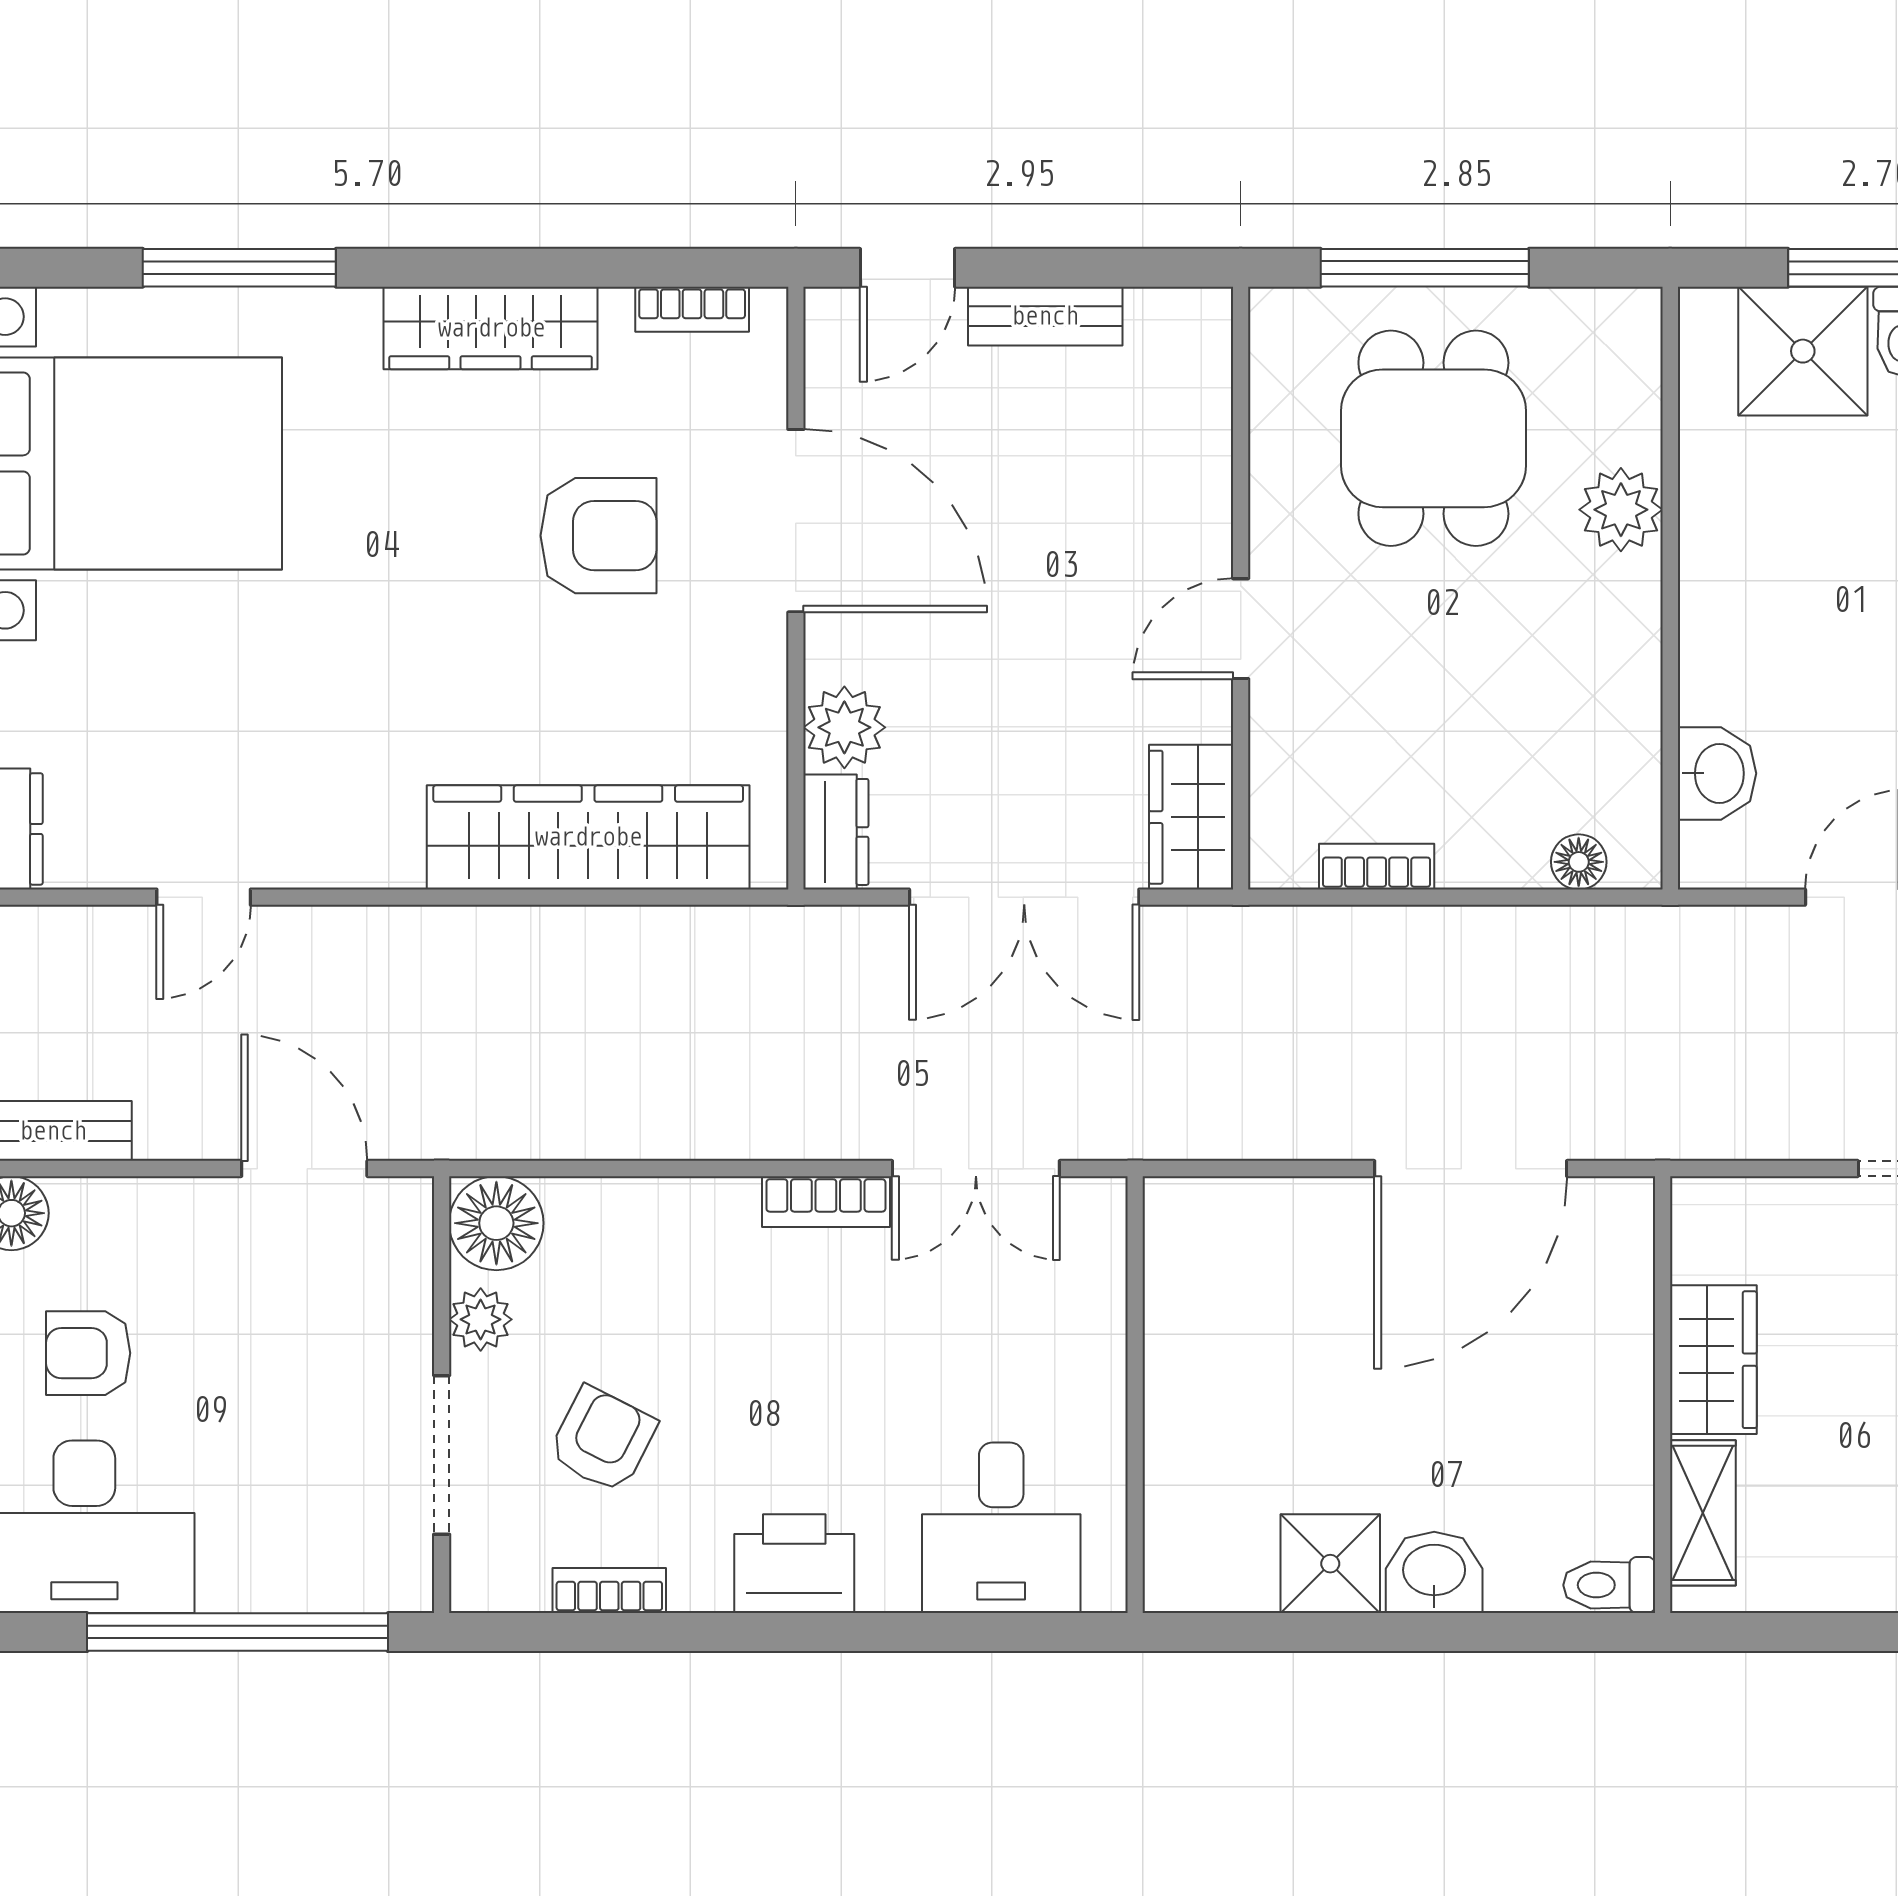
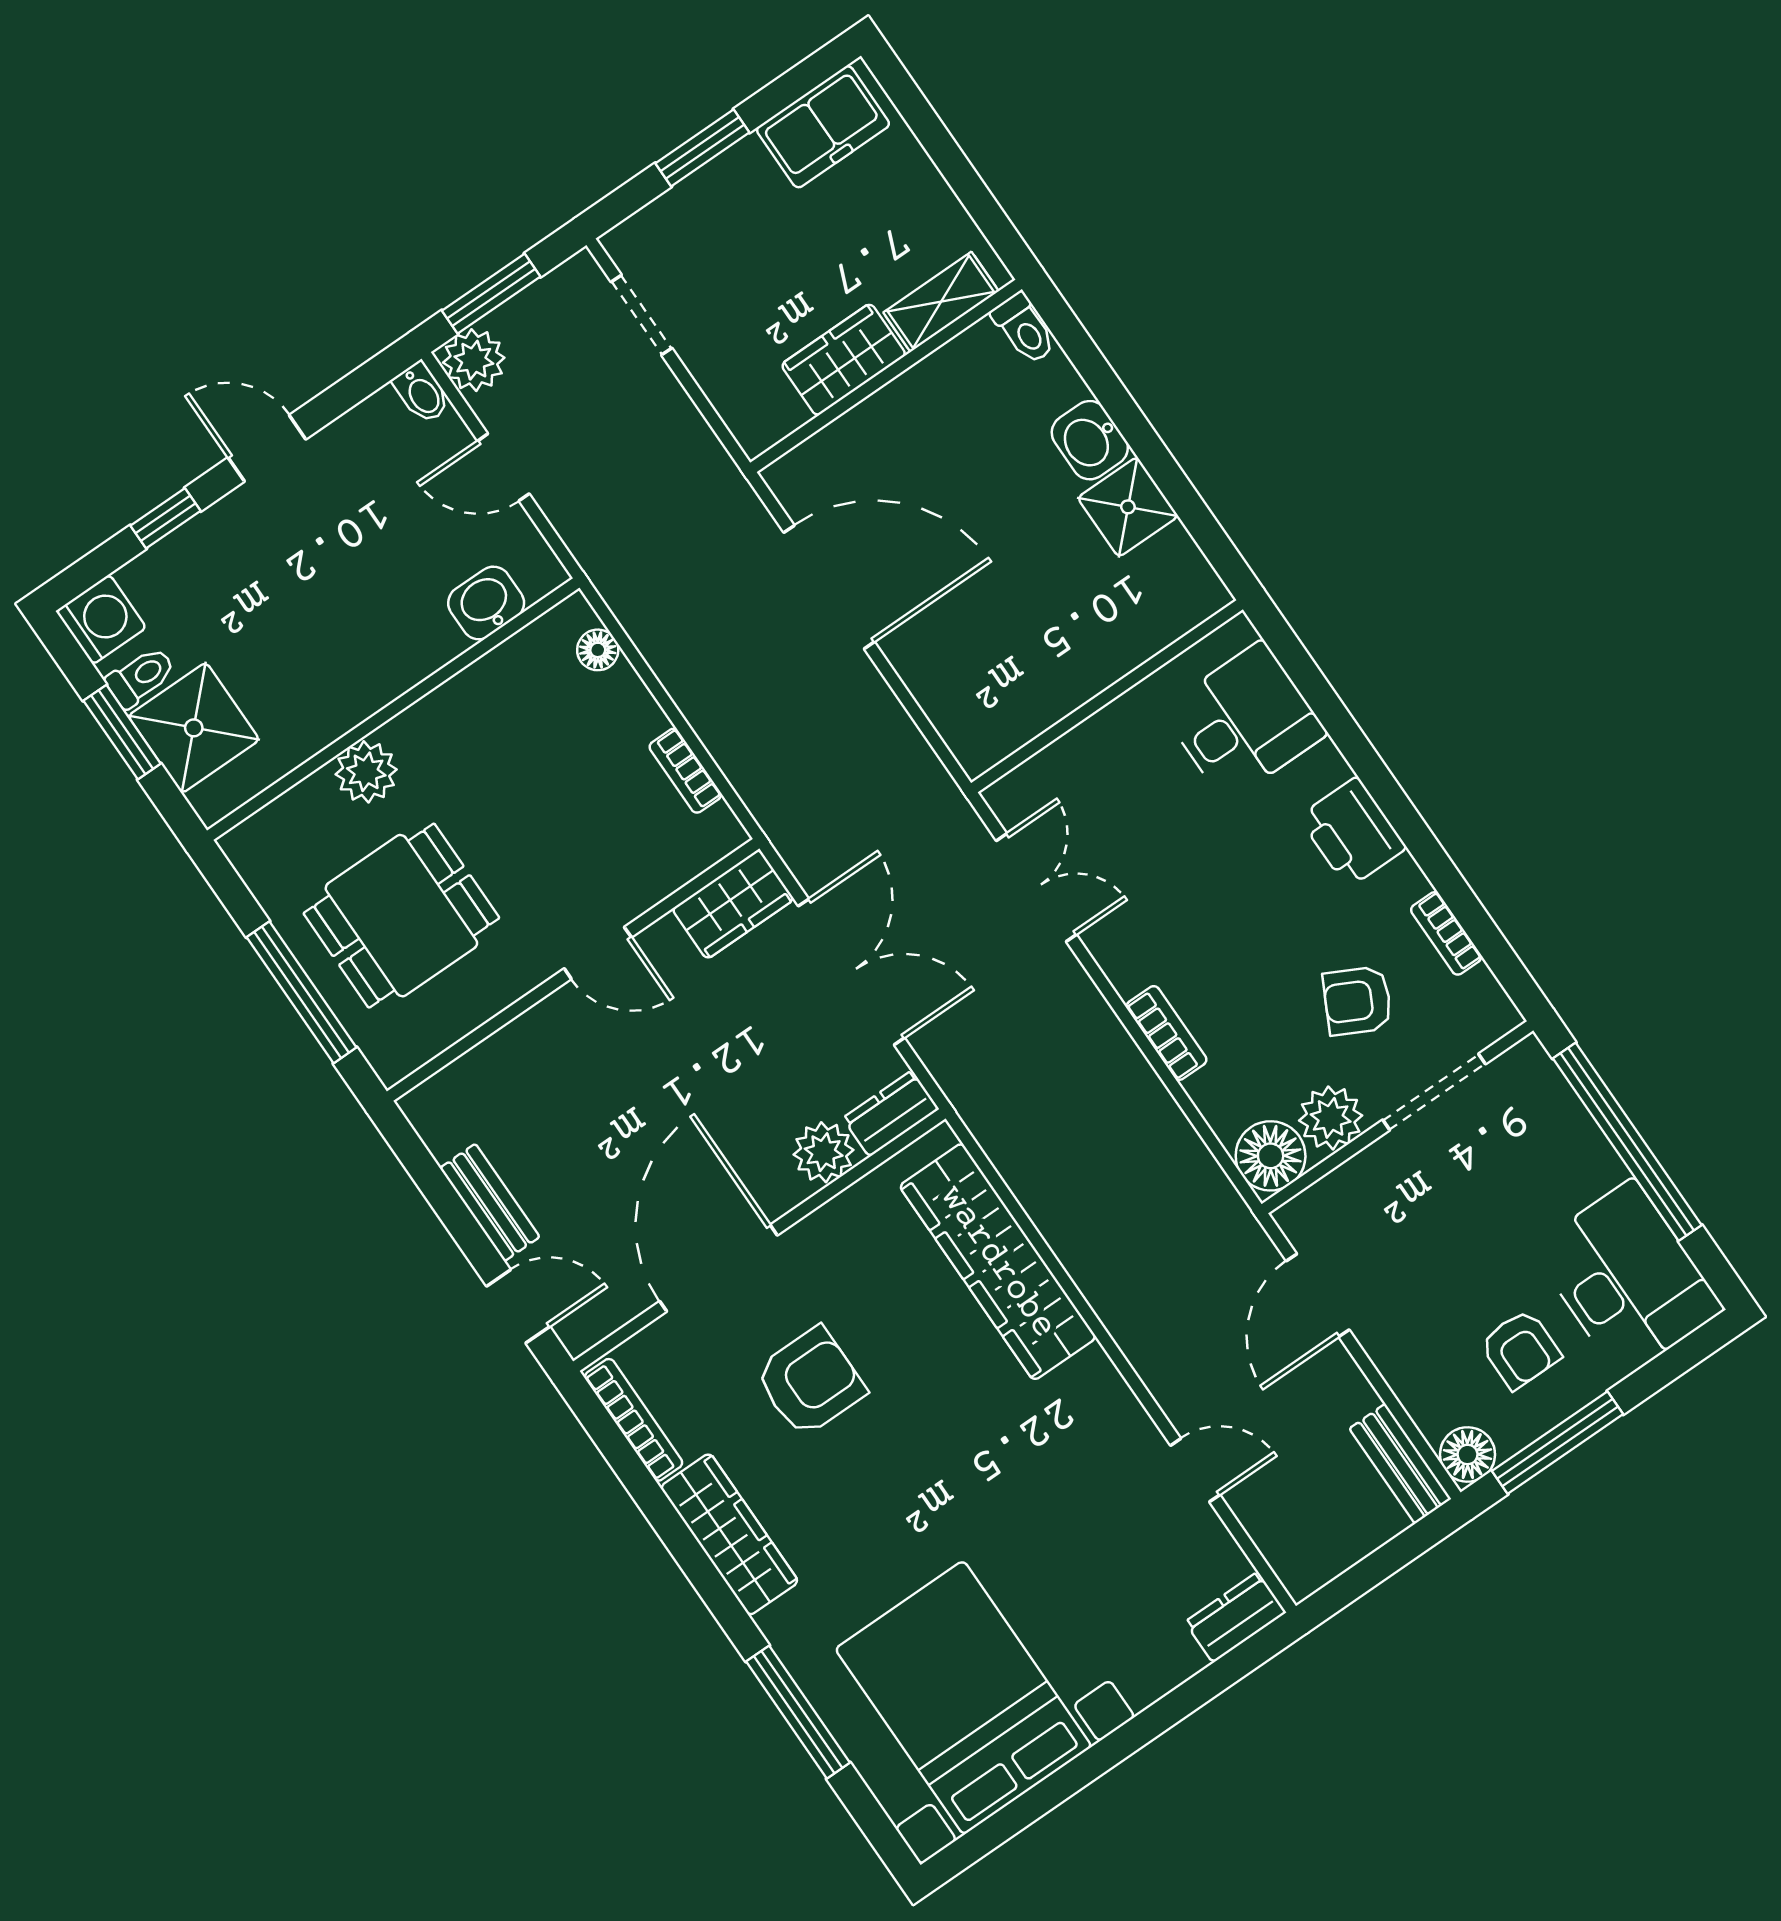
bookcase: (692, 309) -> (634, 1420), width x1.56
armchair: (599, 536) -> (810, 1382), turned 90
bookcase: (826, 1202) -> (1166, 1033), moved
plant: (481, 1319) -> (1331, 1118), width x1.38, depth x1.38

